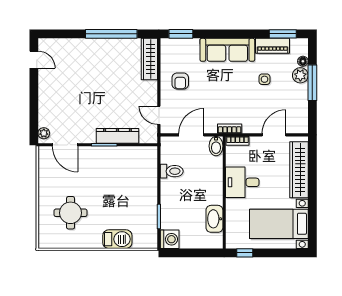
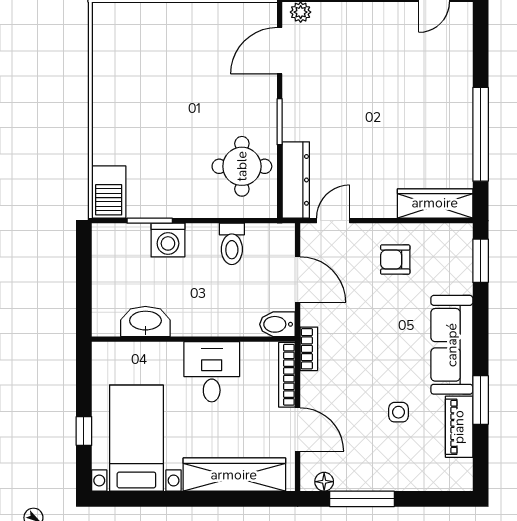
window: (283, 34) -> (481, 400), moved
floor lamp: (303, 61) -> (324, 482), moved
plant: (300, 75) -> (406, 477), removed
window: (312, 83) -> (362, 499), moved
dresser: (117, 136) -> (296, 180), moved
bookcase: (237, 141) -> (287, 375), width x1.56
round table: (71, 213) -> (242, 166), moved
barbecue: (117, 239) -> (109, 192), moved
washing machine: (170, 239) -> (168, 240), moved
window: (245, 253) -> (84, 431), moved

